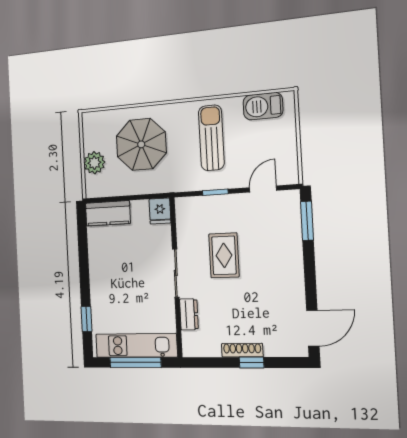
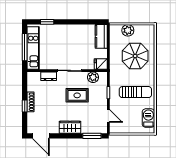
plant: (186, 225) -> (93, 77), added
wardrobe: (291, 268) -> (70, 127), added

